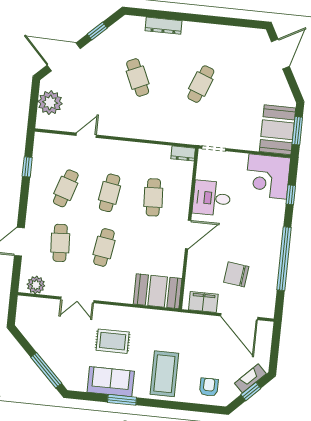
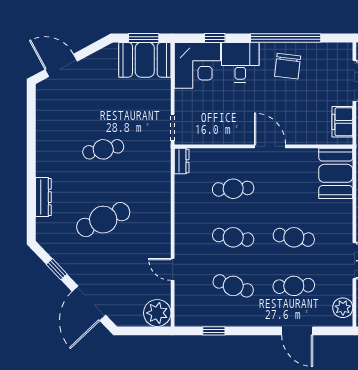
cafe table: (138, 78) -> (103, 220), width x1.37, depth x1.35
cafe table: (201, 84) -> (103, 149), turned -33
plant: (50, 102) -> (157, 313), moved
desk: (212, 198) -> (240, 62), moved, turned 180
chair: (236, 274) -> (288, 66), moved

